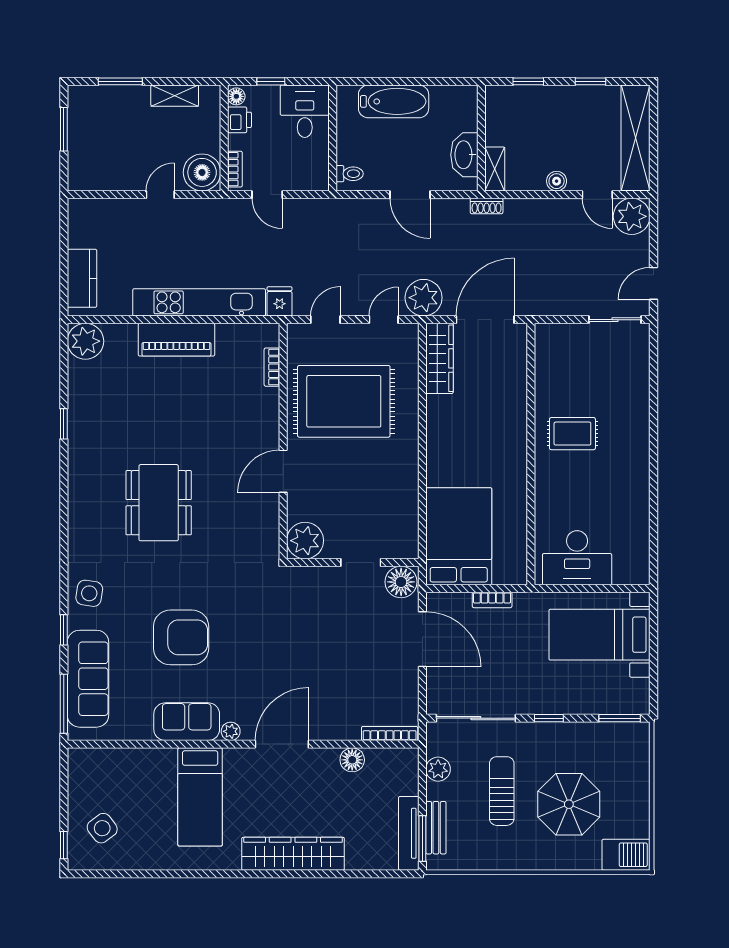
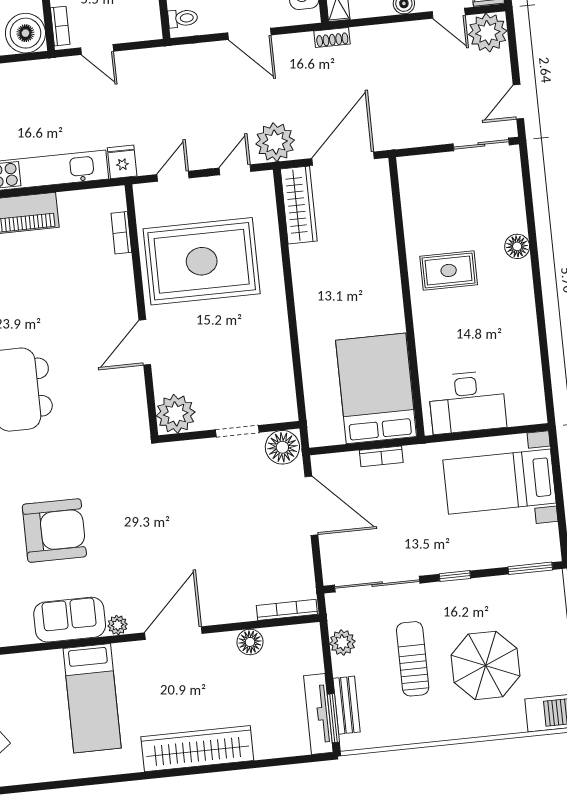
floor lamp: (638, 418) -> (517, 246), added
bed: (459, 536) -> (376, 388), moved

